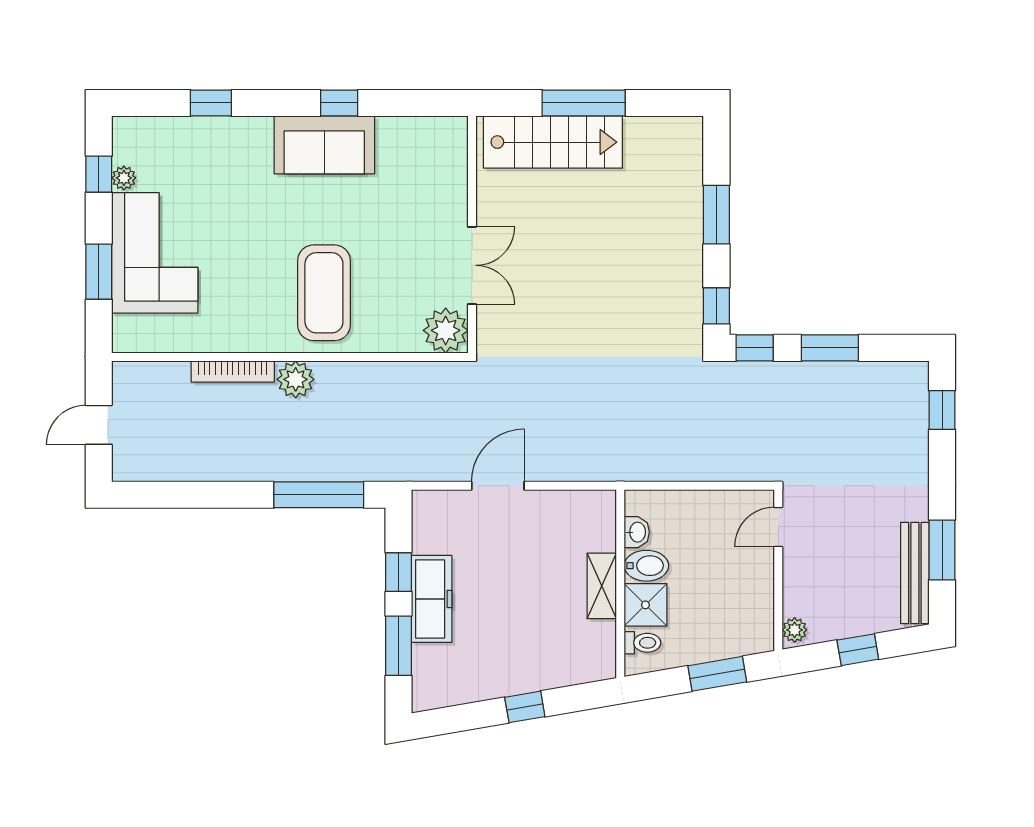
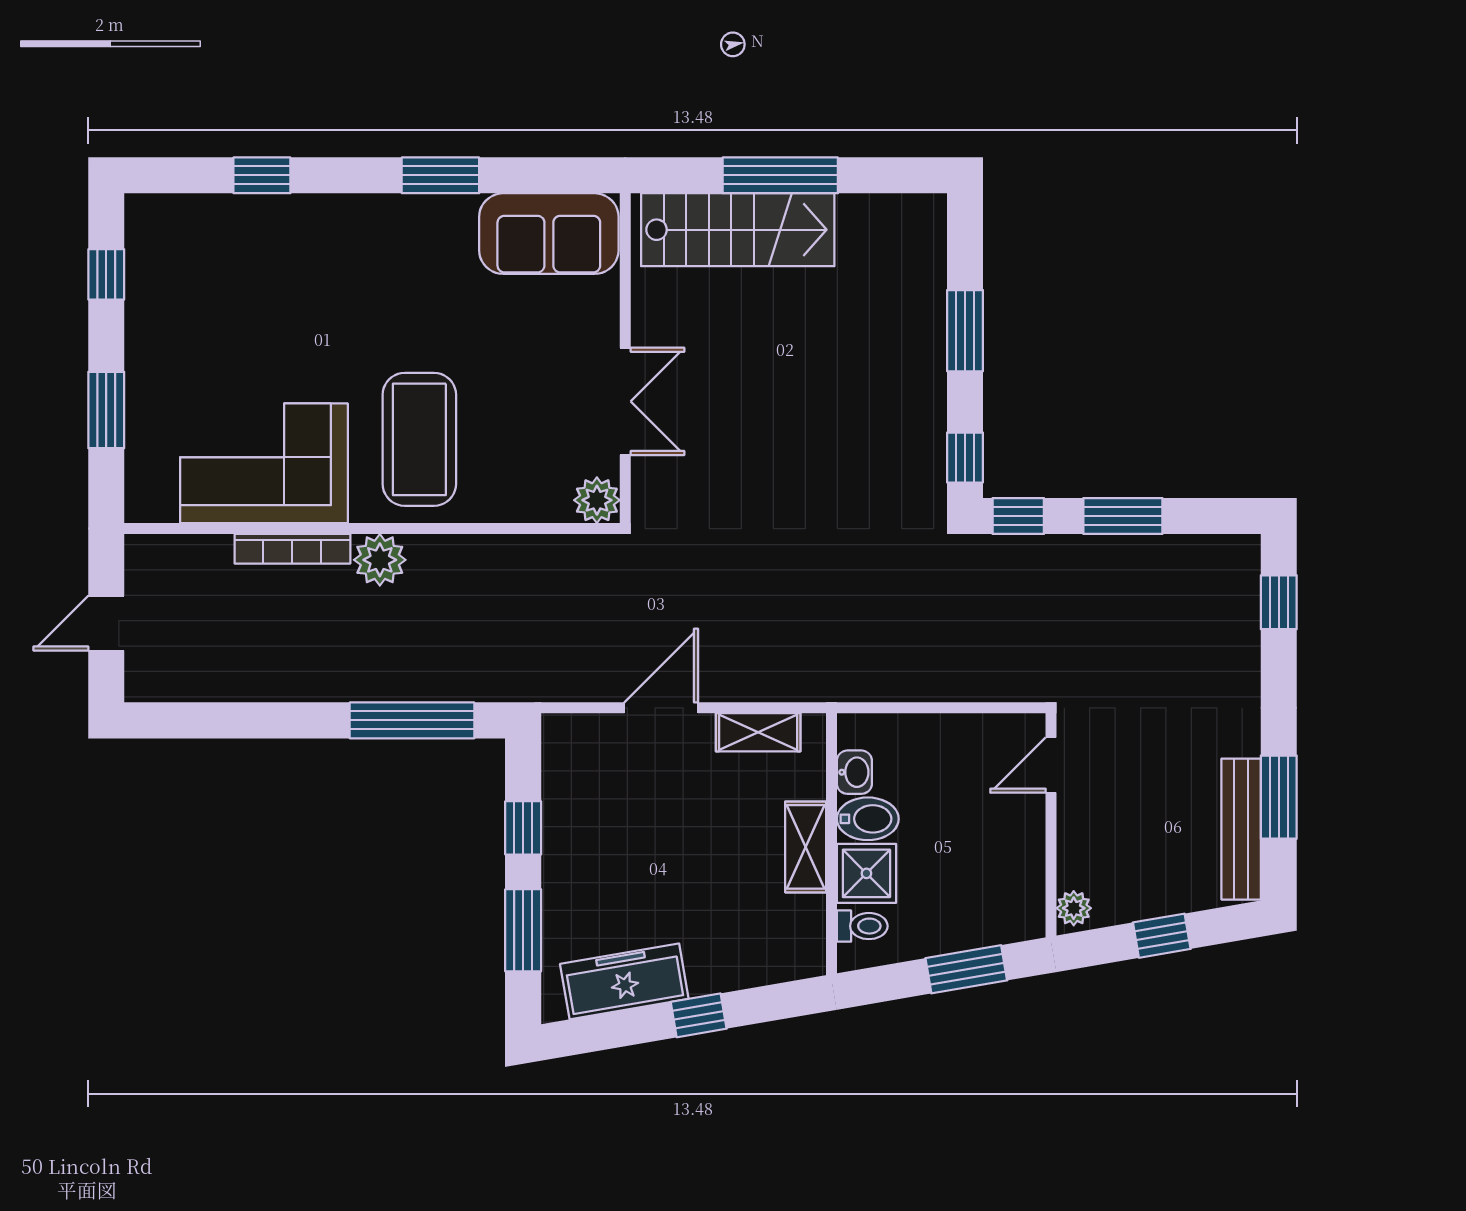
window: (339, 103) -> (440, 175), width x1.50
sofa: (324, 145) -> (549, 234), moved
plant: (124, 178) -> (141, 280), removed
corner sofa: (155, 253) -> (264, 463), moved, turned -90
plant: (446, 330) -> (597, 500), width x0.73, depth x0.73
shelving: (568, 503) -> (758, 732), added
freezer: (432, 599) -> (624, 981), moved, turned -100

